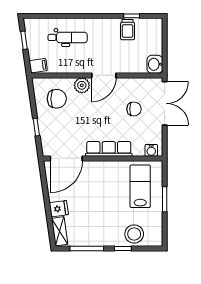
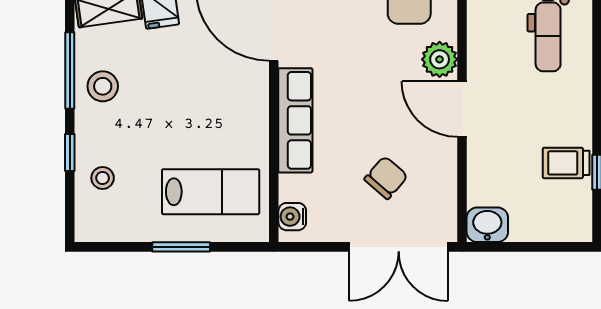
chair: (134, 109) -> (386, 178), turned -139
stool: (94, 234) -> (103, 86), added
stool: (134, 234) -> (103, 178), width x0.53, depth x0.53

